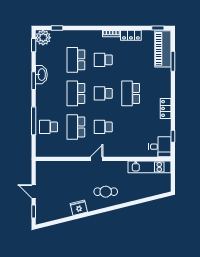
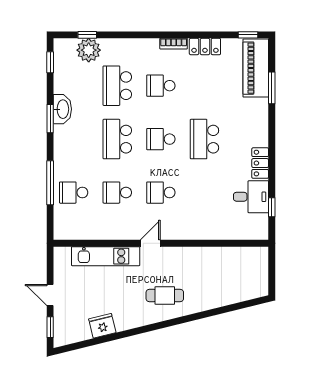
plant: (43, 38) -> (89, 50), moved
school desk: (76, 127) -> (117, 193), width x0.54
desk: (160, 147) -> (251, 197), moved
kitchen unit: (149, 167) -> (106, 256), moved
fridge: (79, 208) -> (102, 326), moved

